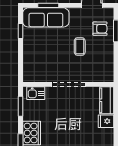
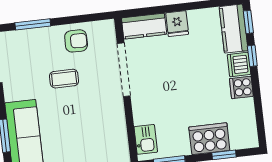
armchair: (100, 29) -> (76, 41), moved, turned 91
doorway: (69, 84) -> (124, 70), moved

